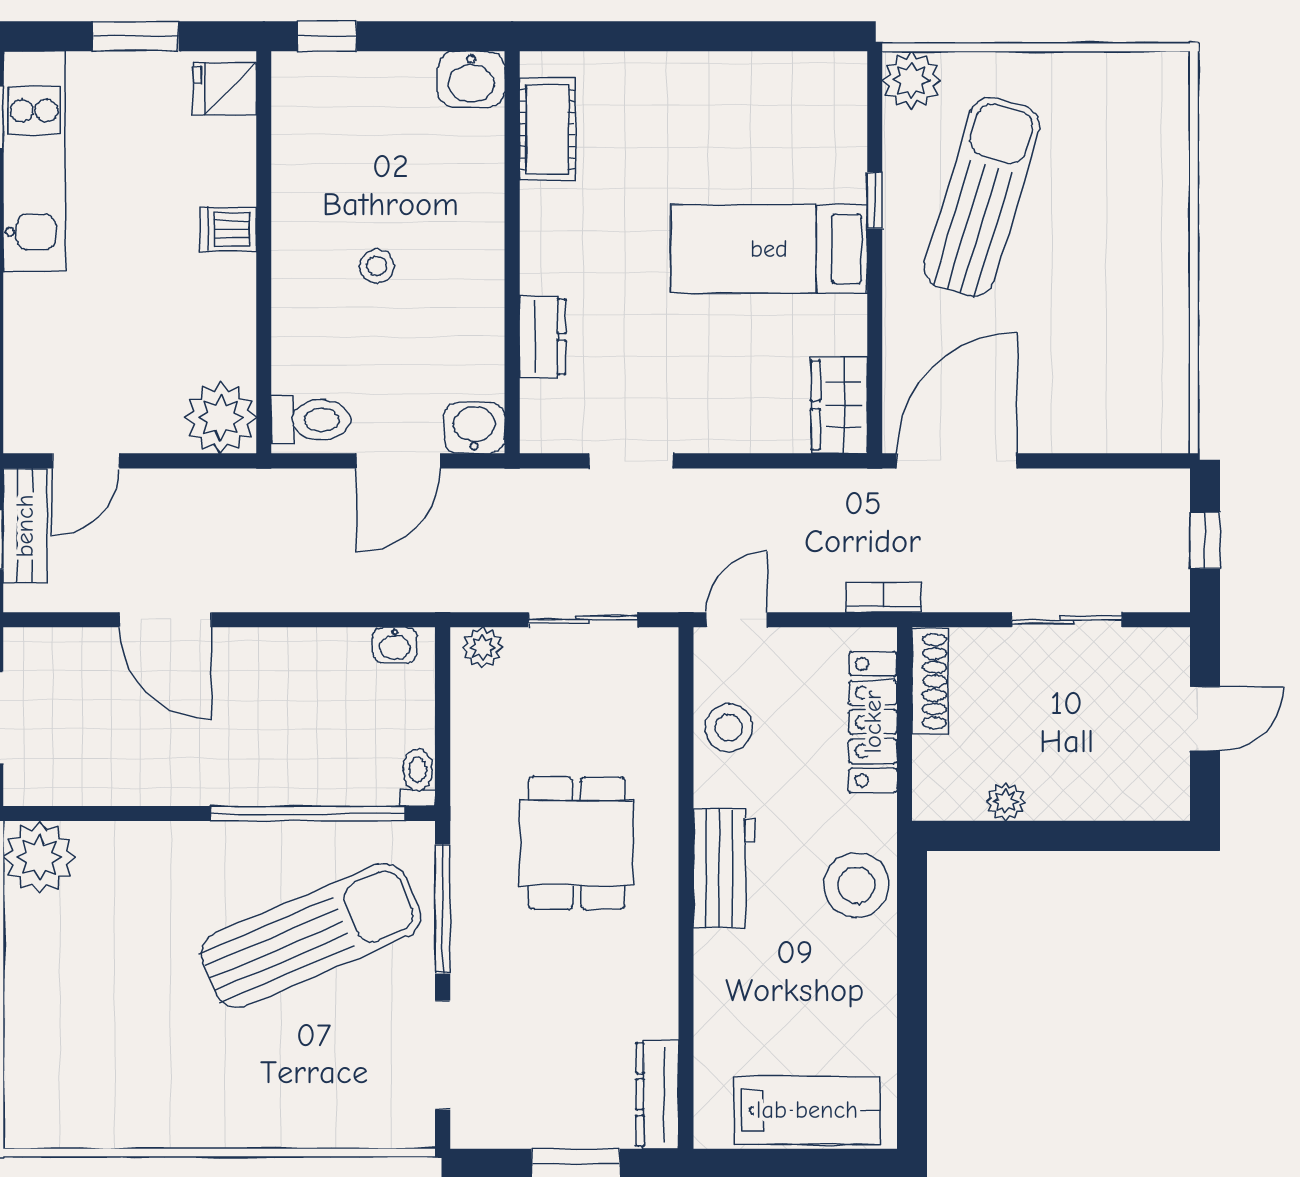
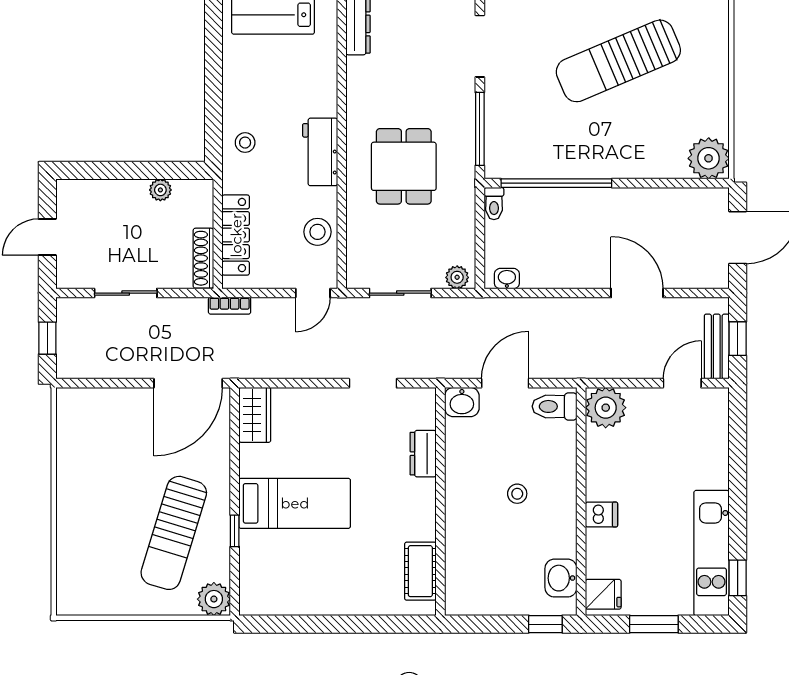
washbasin: (471, 79) -> (561, 578), moved, turned -90
stool: (856, 885) -> (245, 143), width x0.53, depth x0.53
sun lounger: (311, 935) -> (618, 61), moved

